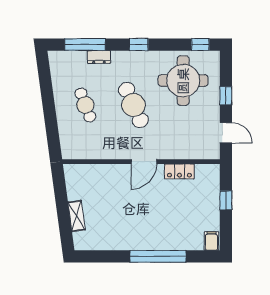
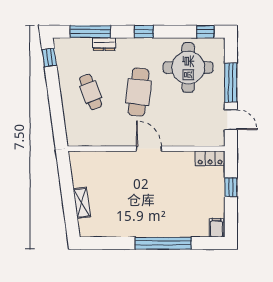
window: (44, 70) -> (49, 57), added
window: (226, 96) -> (231, 83), width x2.17
cafe table: (133, 105) -> (139, 92), turned 30
door: (144, 162) -> (149, 149), swing flipped
locker: (179, 171) -> (210, 158), moved

